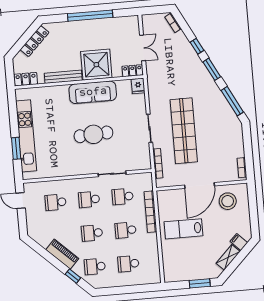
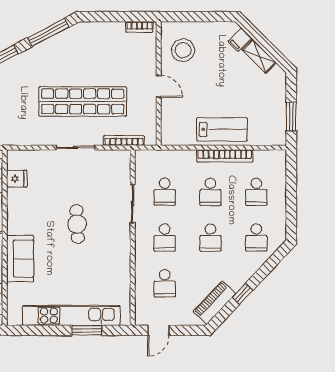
fridge: (138, 86) -> (17, 179), moved
sofa: (93, 92) -> (20, 259), moved, width x0.73
cafe table: (93, 134) -> (77, 224), width x0.73, depth x0.74
door: (200, 185) -> (159, 86), width x0.53
bookcase: (150, 212) -> (225, 156), moved
lab bench: (183, 229) -> (222, 129), moved, turned -90
piano: (62, 254) -> (214, 303), moved
window: (73, 276) -> (243, 294), moved
window: (200, 283) -> (291, 117), moved

